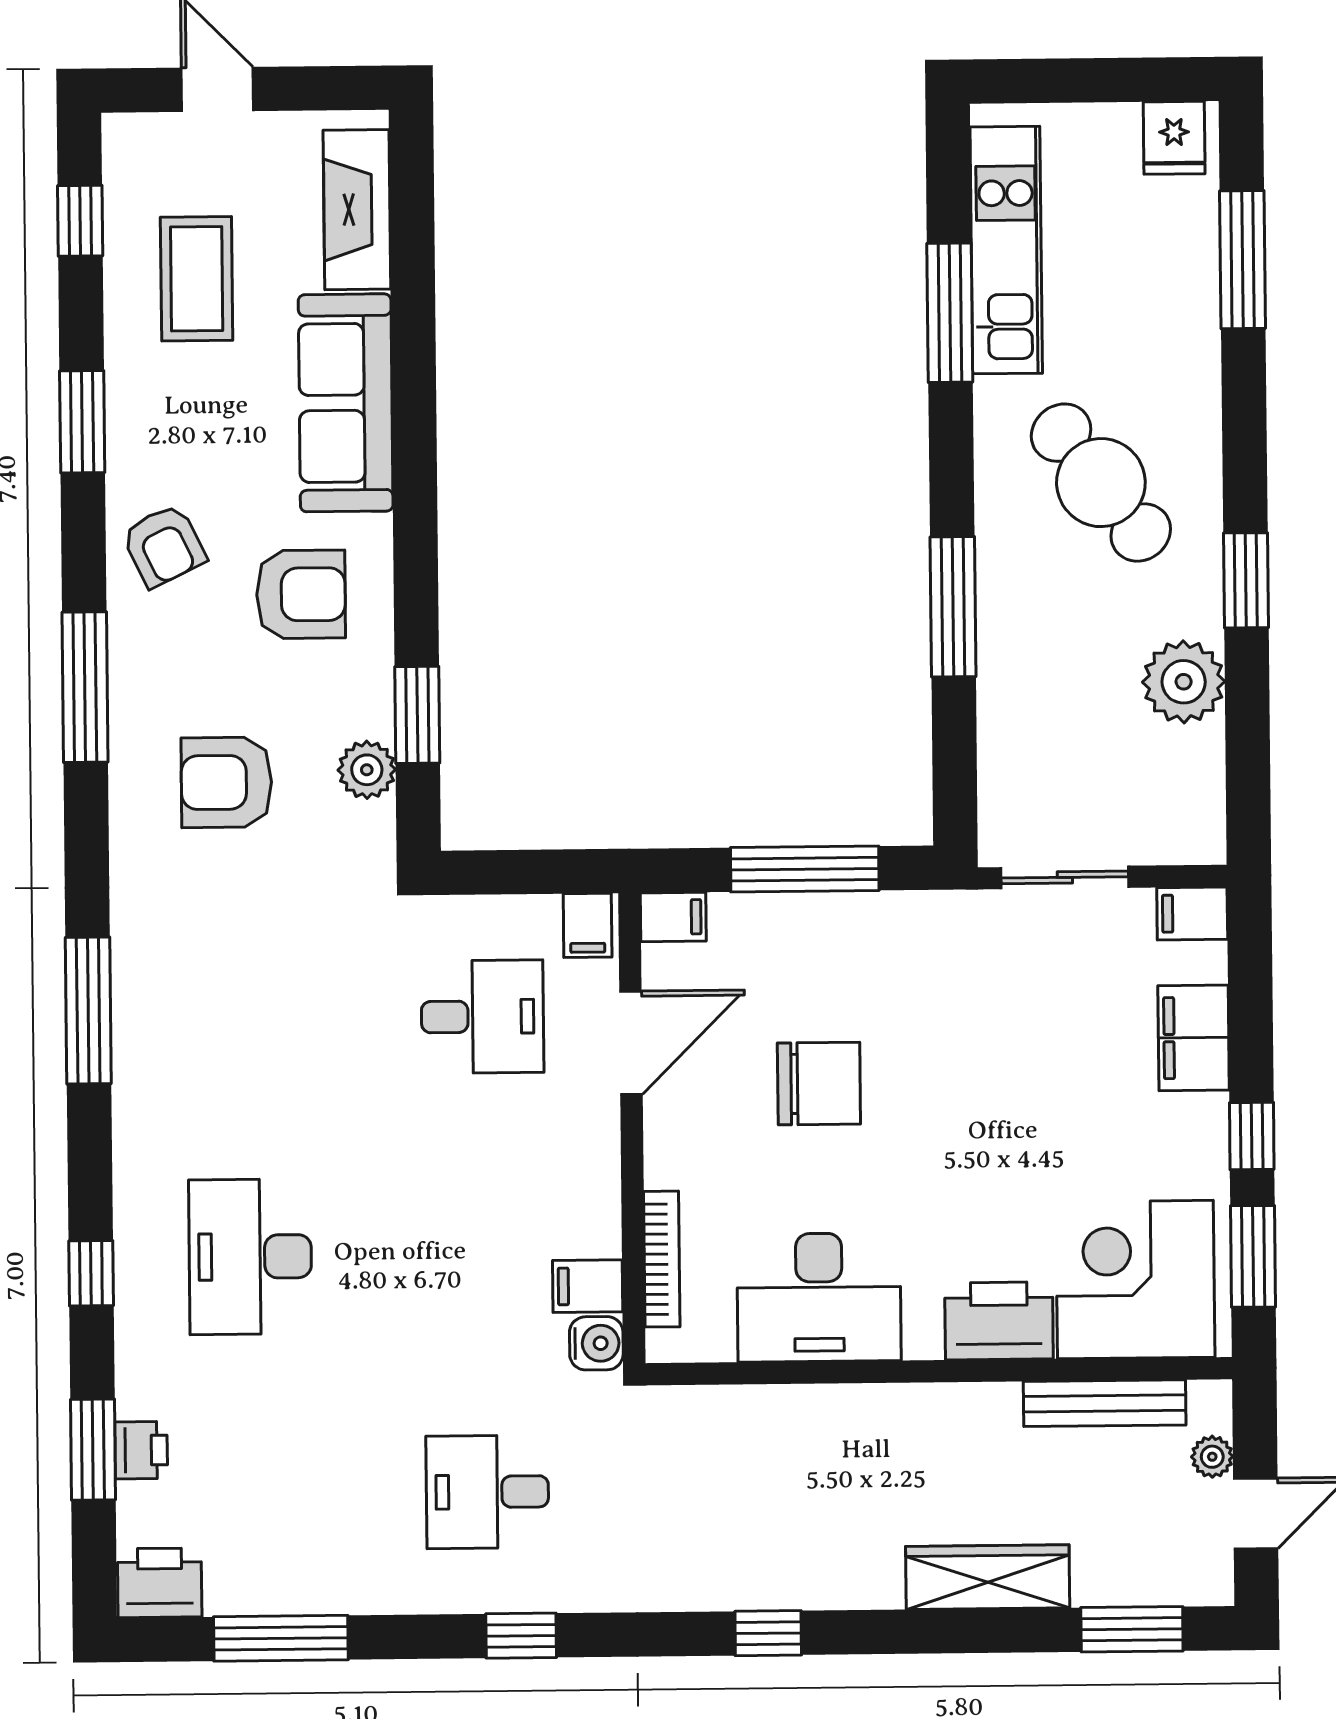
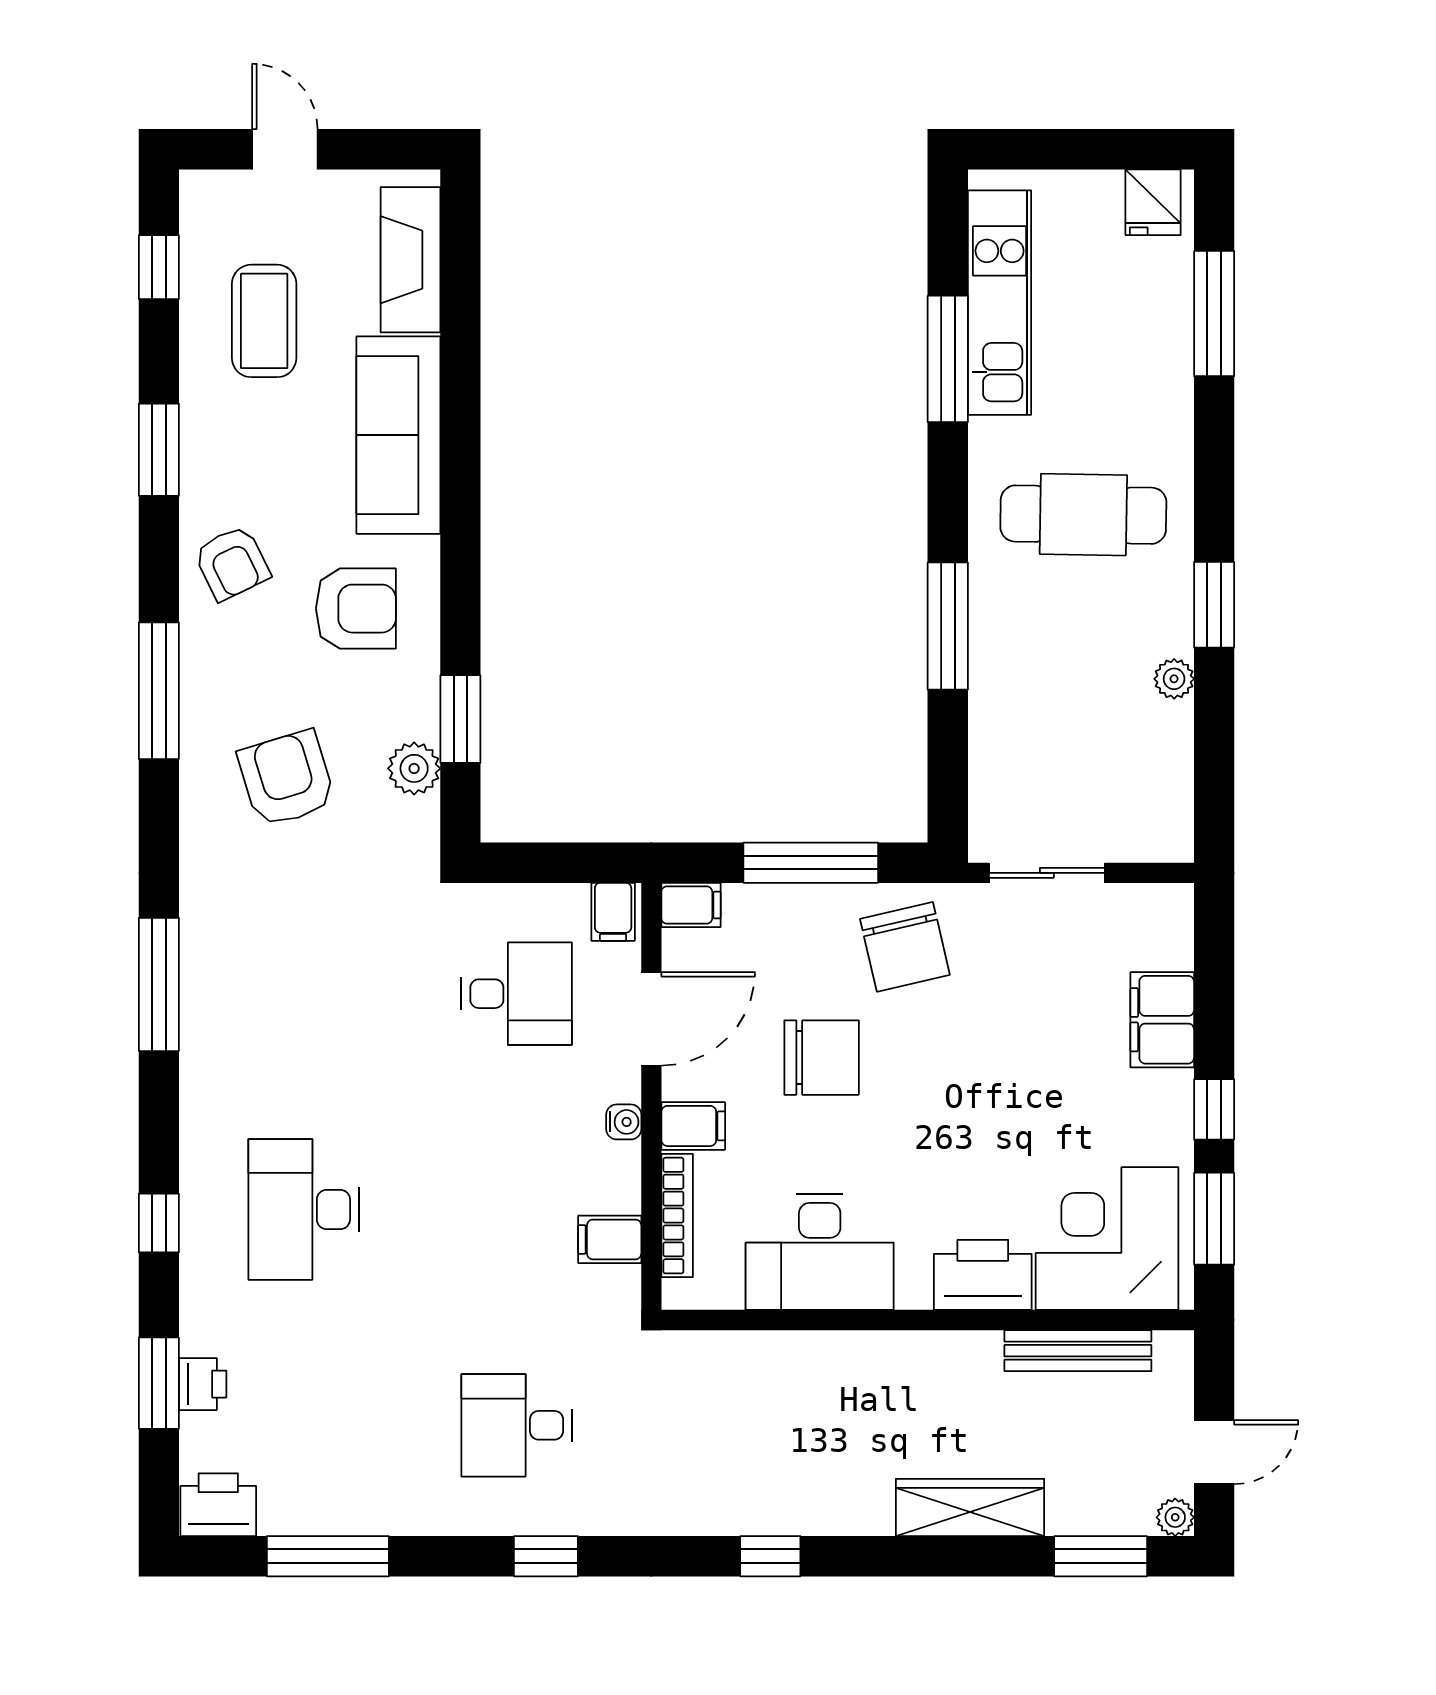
cafe table: (1101, 483) -> (1083, 515), turned -51
plant: (1184, 682) -> (1174, 679), width x0.53, depth x0.53
armchair: (226, 782) -> (287, 779), turned 73
filing cabinet: (1192, 913) -> (693, 1126), moved, turned 180
chair: (909, 961) -> (905, 947), added
water cooler: (596, 1343) -> (624, 1122), moved, width x0.72, depth x0.72
plant: (1212, 1457) -> (1175, 1517), moved

